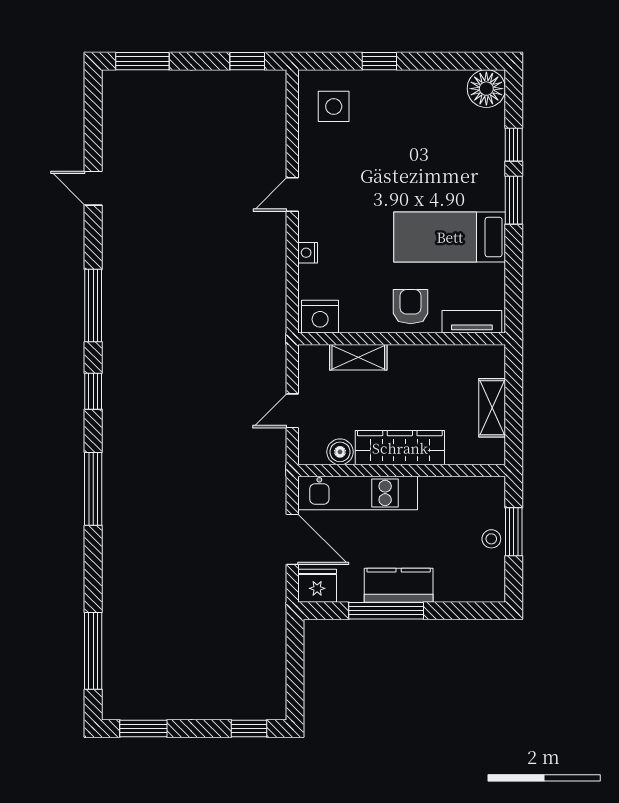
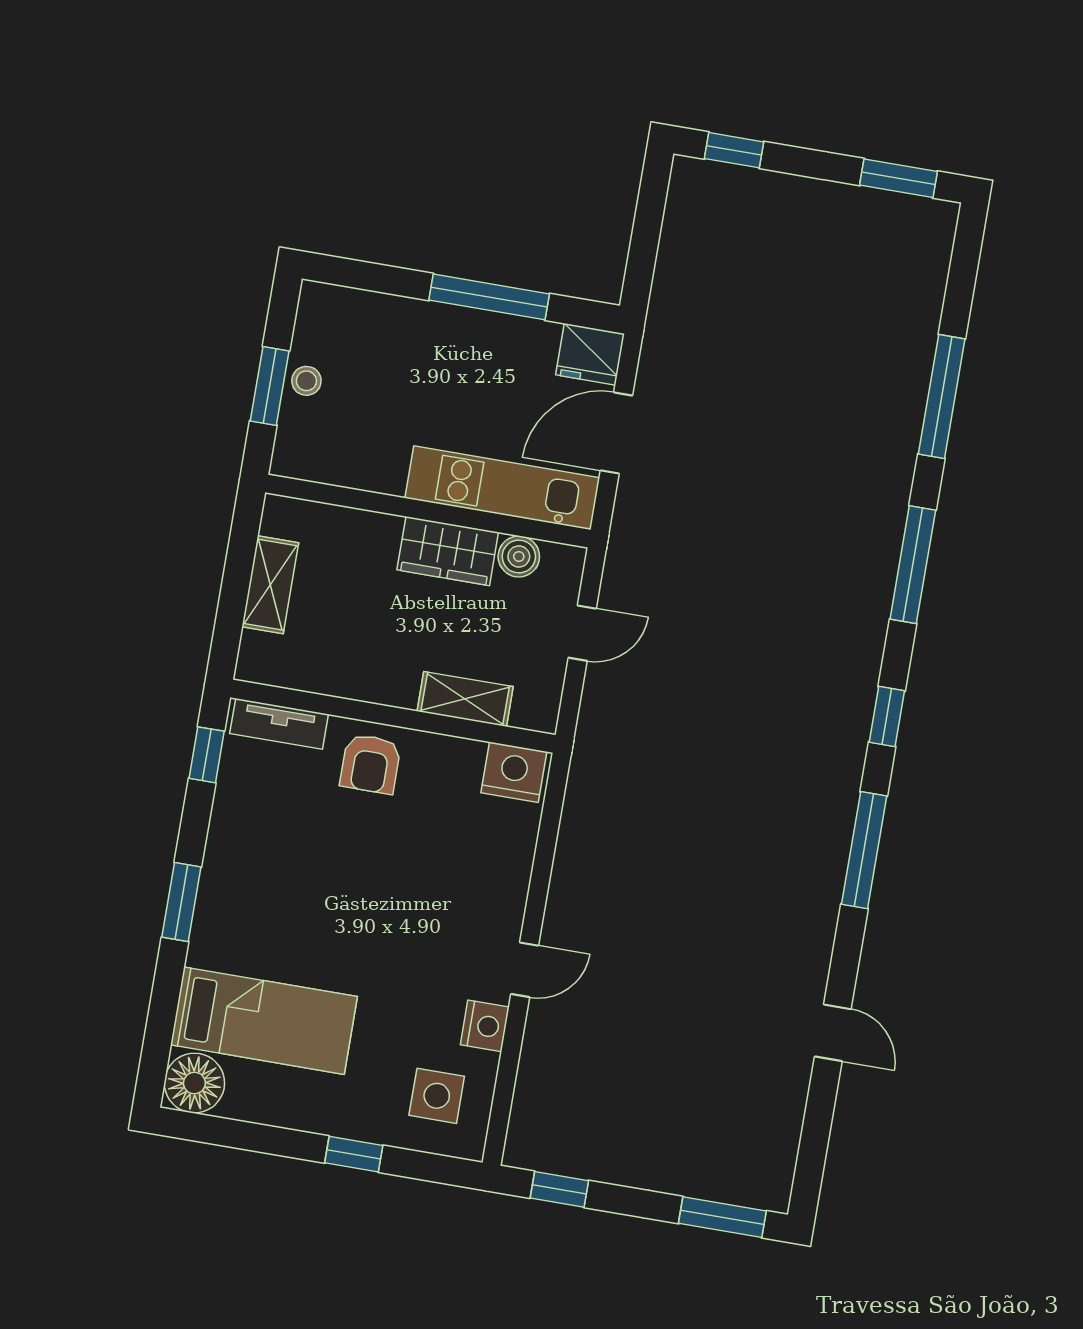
window: (514, 145) -> (207, 755), moved
bed: (450, 237) -> (264, 1021), moved
nightstand: (308, 253) -> (485, 1026), moved, width x1.39, depth x1.35
wardrobe: (400, 448) -> (448, 551), width x0.67
door: (292, 539) -> (616, 433), hinge flipped
kitchen counter: (399, 585) -> (463, 333), removed
window: (93, 651) -> (942, 396), moved

